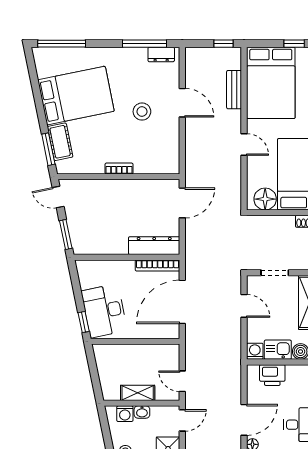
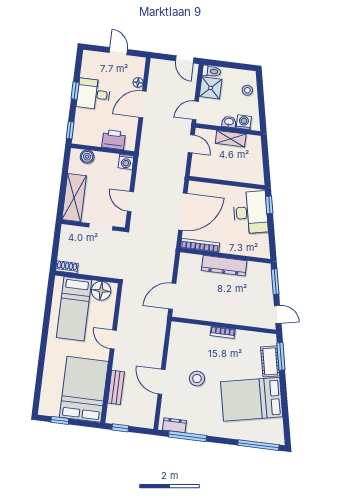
dresser: (154, 246) -> (224, 266), moved
kitchen sink: (278, 350) -> (106, 161), removed

